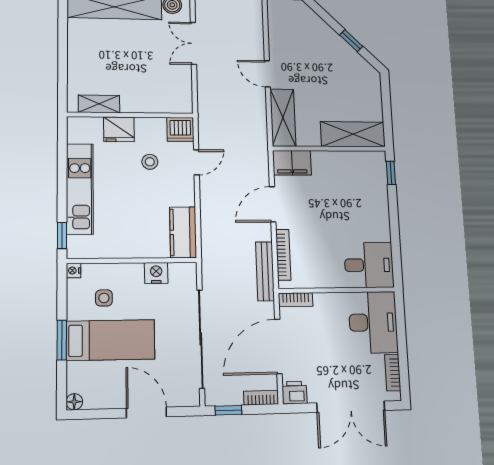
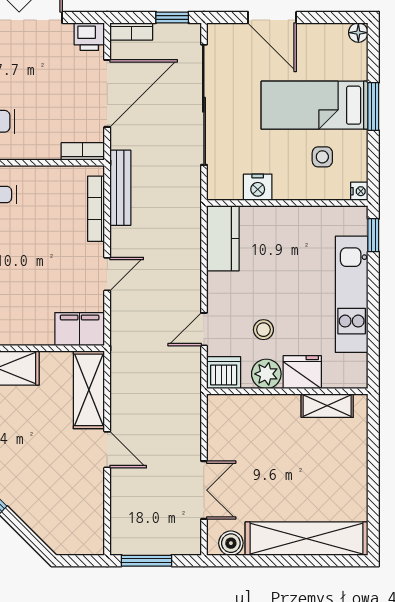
plant: (147, 128) -> (266, 374), added
door: (273, 204) -> (107, 274), width x0.73

